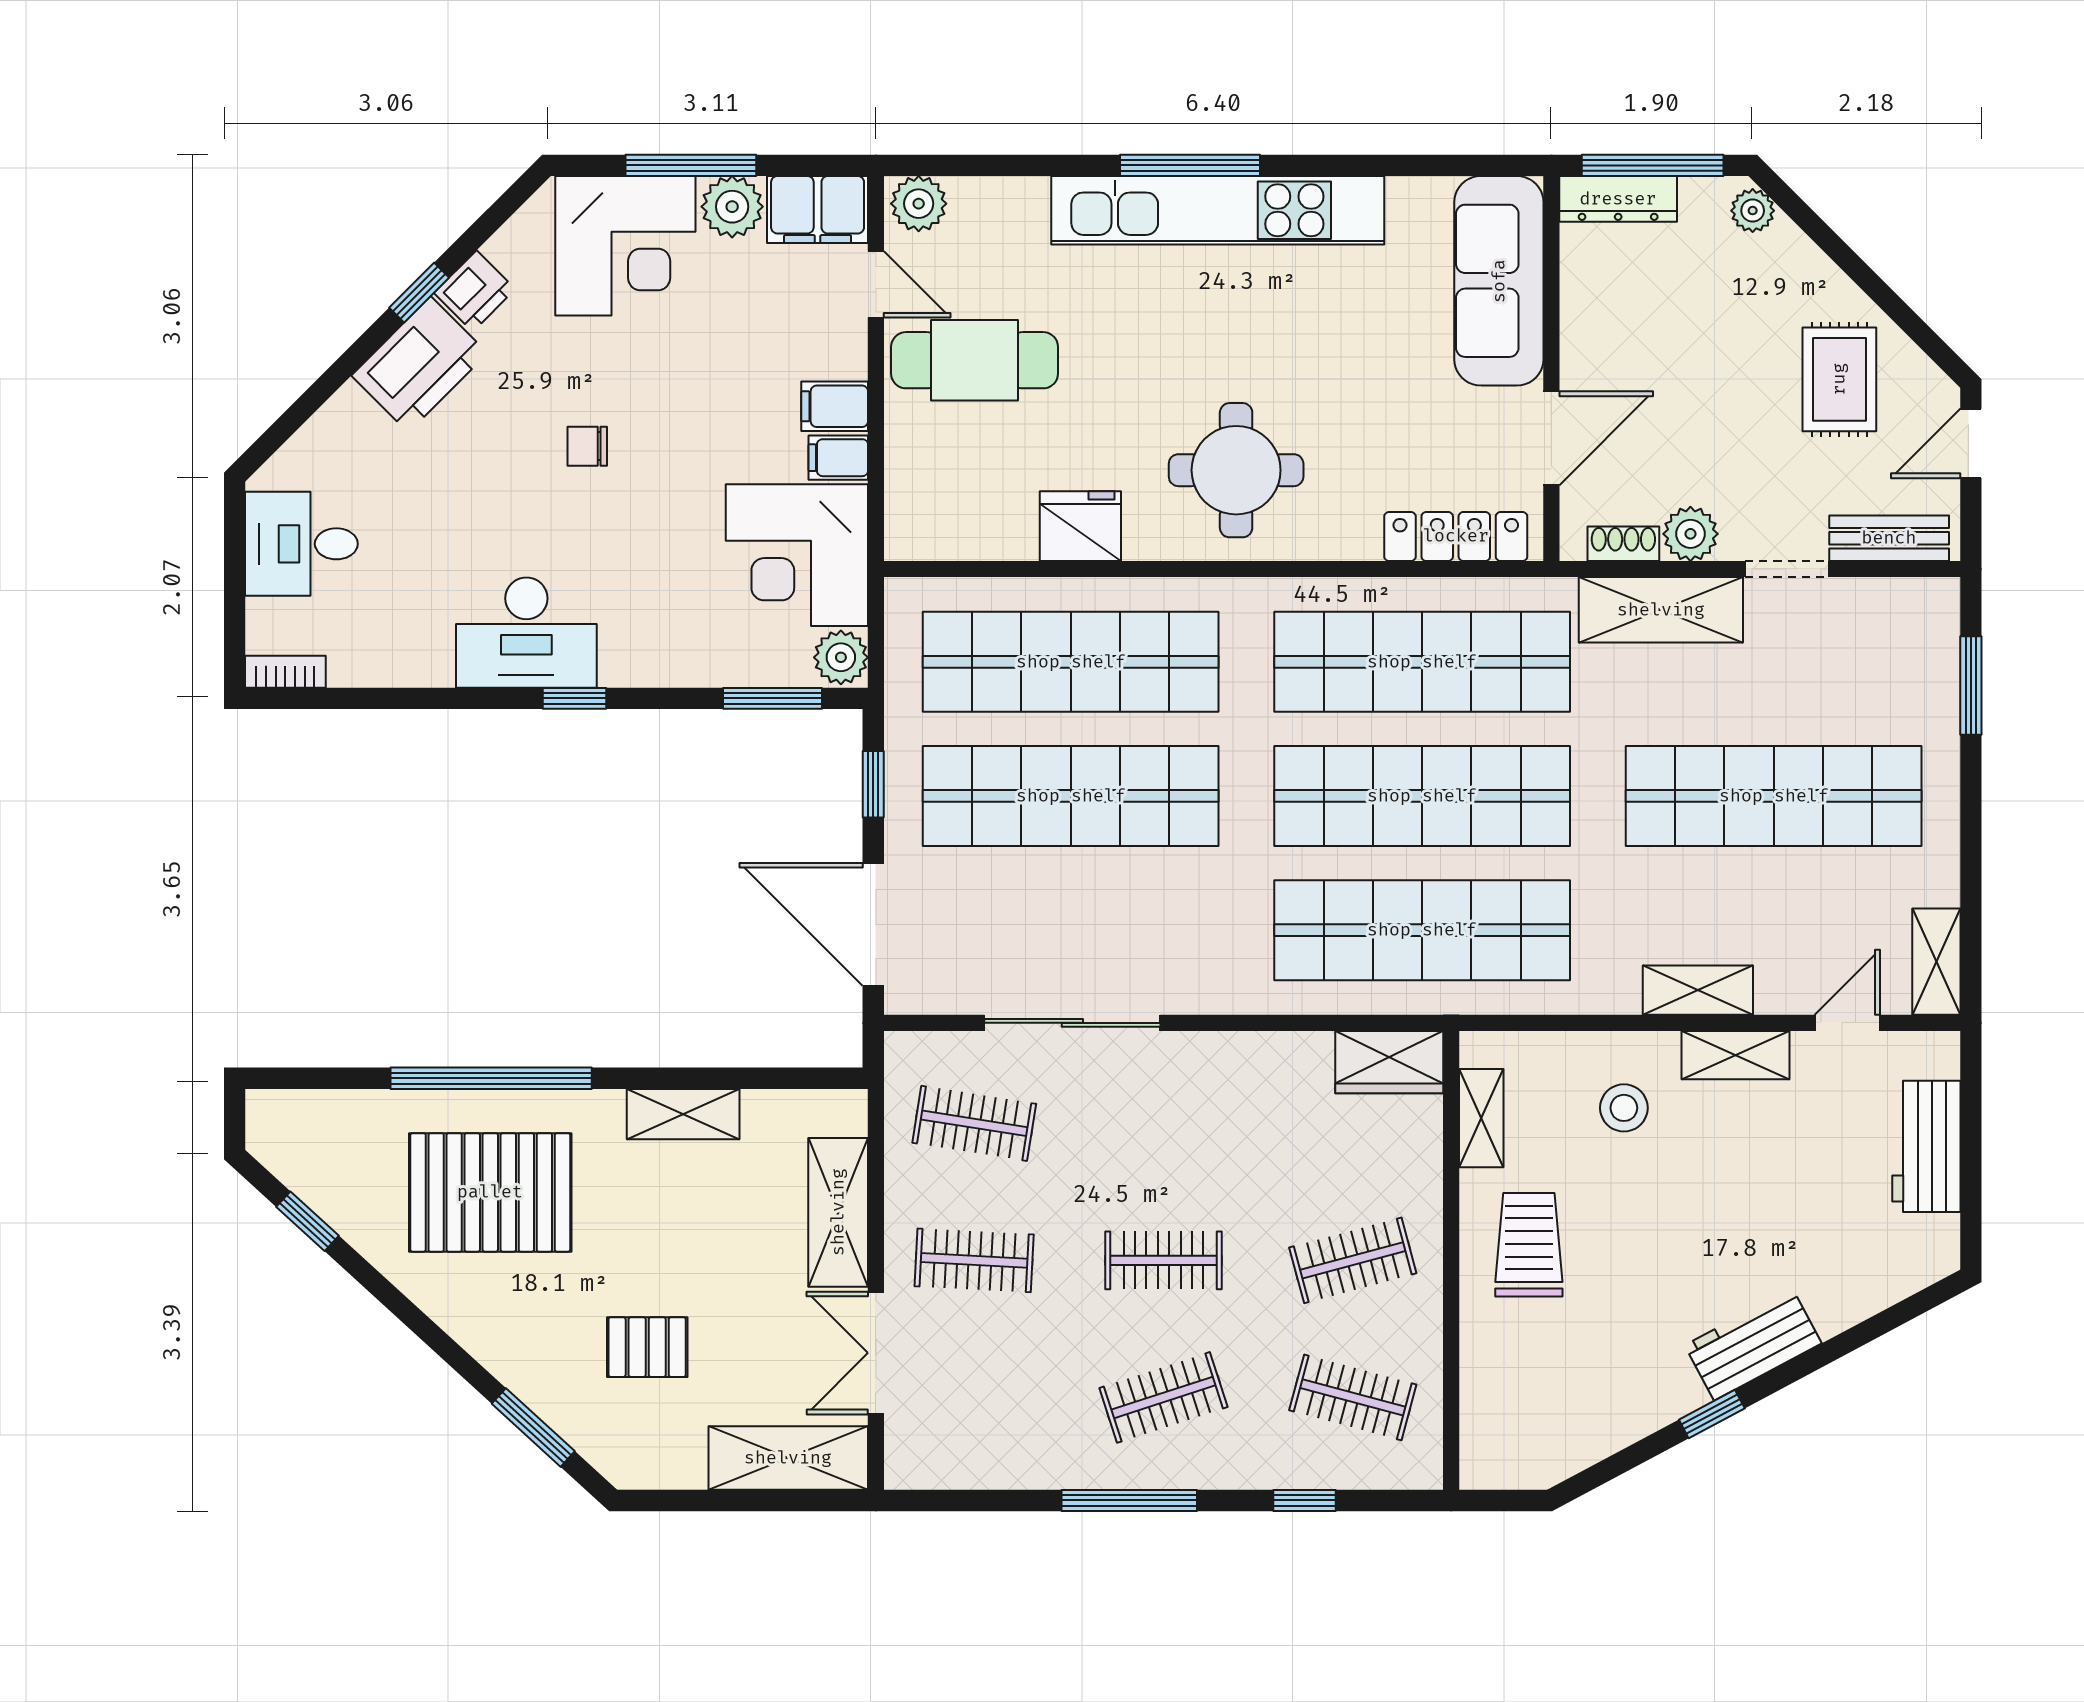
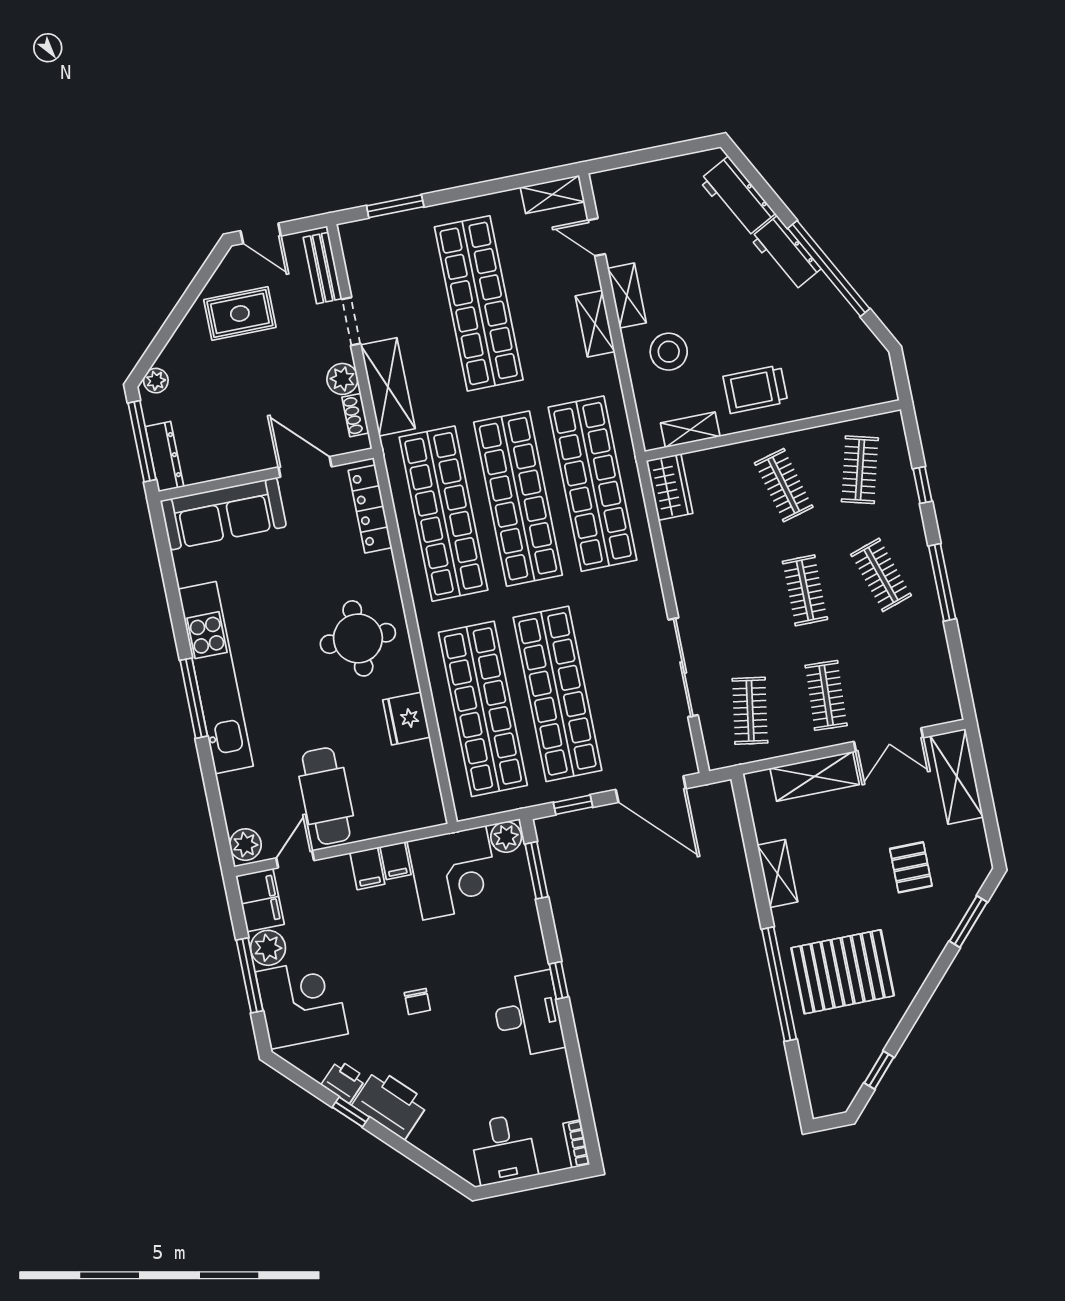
door: (873, 924) -> (651, 789), hinge flipped
stool: (1624, 1108) -> (669, 352), width x1.38, depth x1.38
workbench: (1926, 1146) -> (737, 197), moved, turned 62
pallet: (490, 1192) -> (843, 972), turned 90
window: (1712, 1414) -> (829, 268), width x3.17

